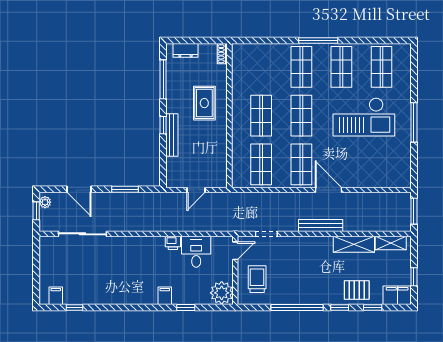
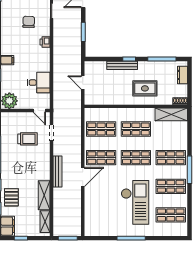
shelving: (241, 66) -> (171, 114), added
checkout: (364, 117) -> (135, 202), turned 180
printer: (173, 243) -> (45, 42), moved
chair: (111, 266) -> (29, 22), added
trolley: (257, 279) -> (27, 139), moved

